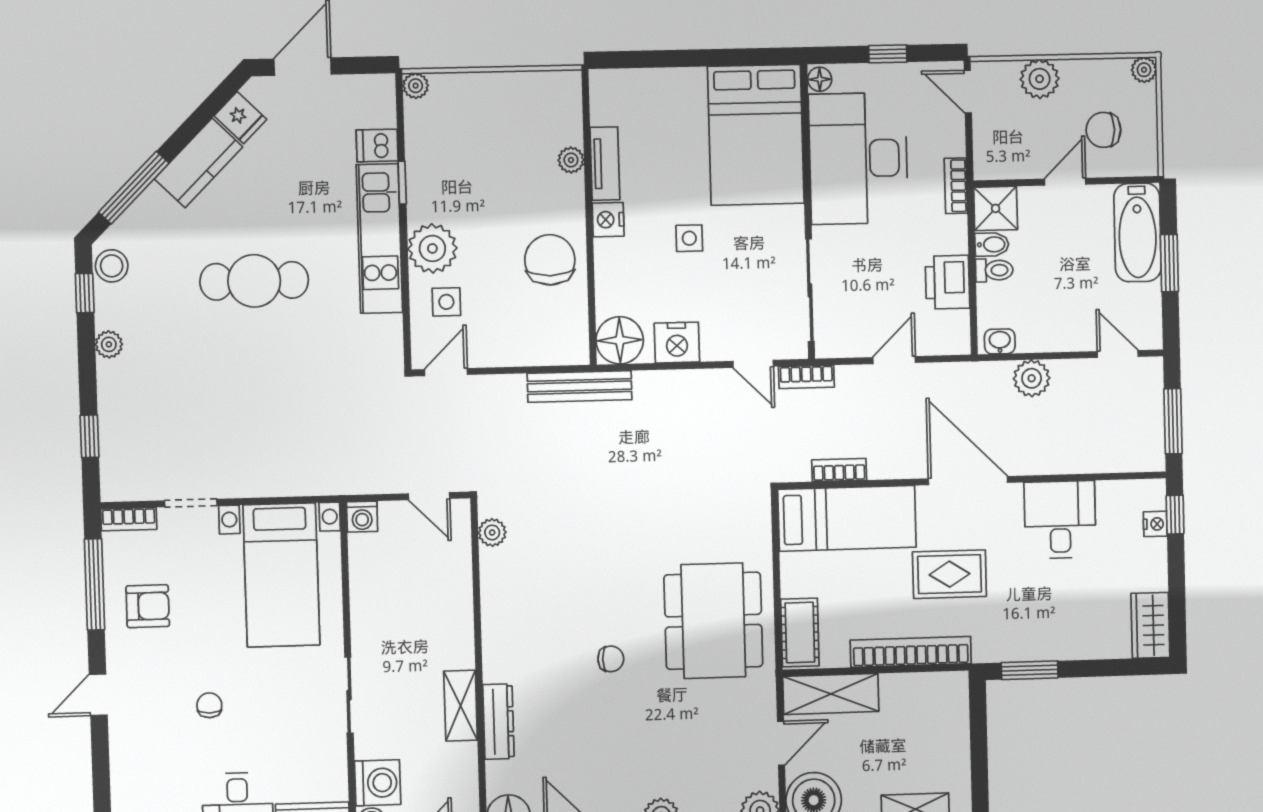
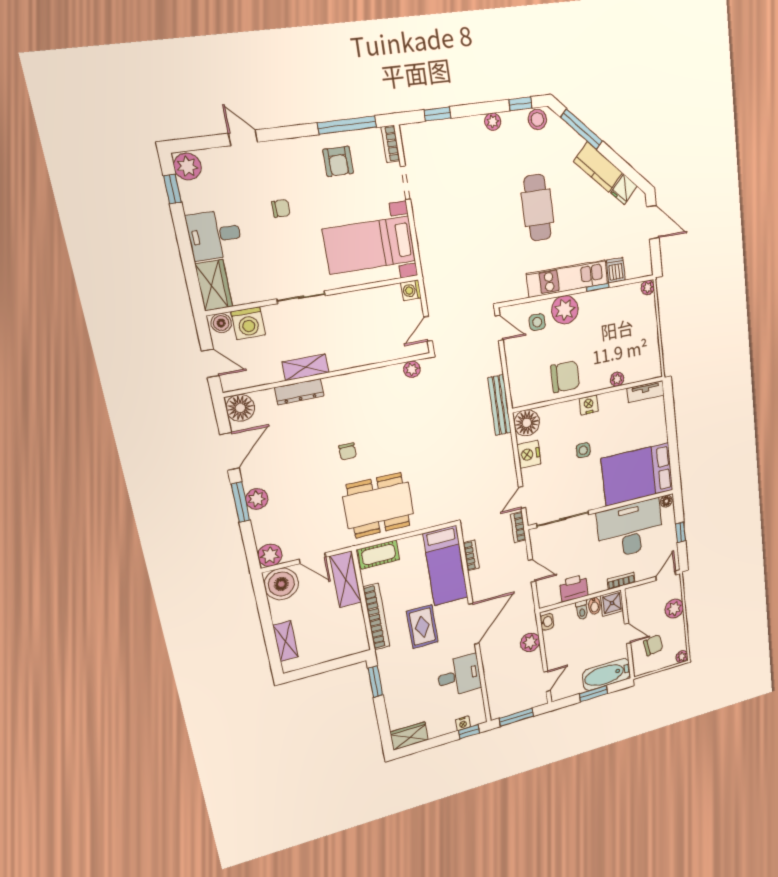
chair: (1103, 130) -> (653, 645), turned 82
tv unit: (605, 164) -> (646, 392), moved
door: (98, 695) -> (243, 138), moved

